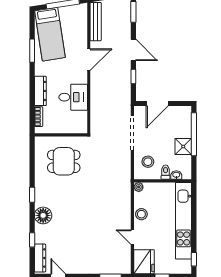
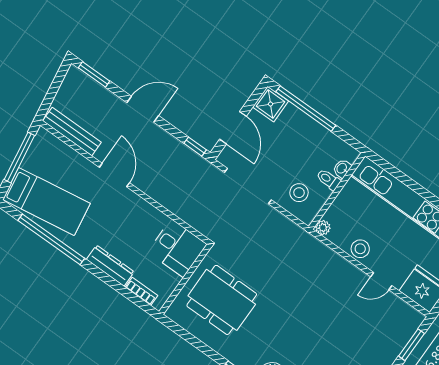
window: (32, 51) -> (51, 239), width x2.11
window: (133, 76) -> (195, 147), moved
desk: (73, 97) -> (177, 248), moved, turned 90
shower: (183, 146) -> (271, 104), moved
dining table: (64, 161) -> (222, 300), width x1.38

